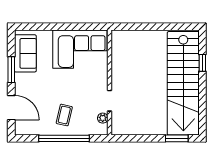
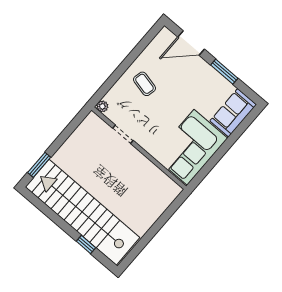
sofa: (25, 53) -> (233, 113), moved, turned 90
plant: (103, 118) -> (102, 106), moved
window: (64, 138) -> (124, 66), removed

